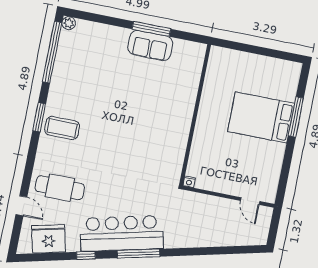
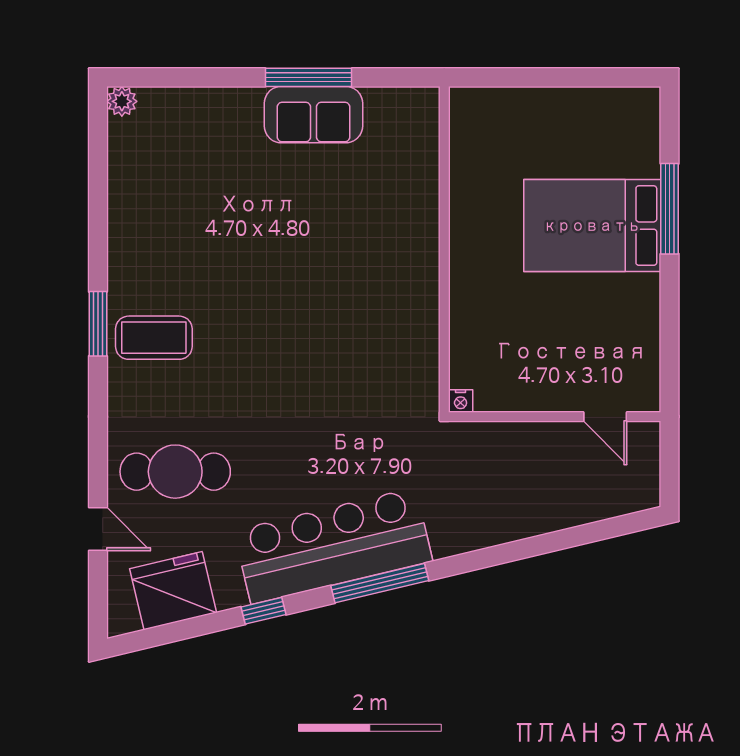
window: (52, 52) -> (98, 173), removed

